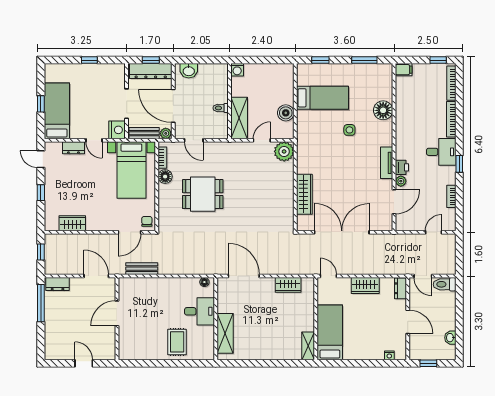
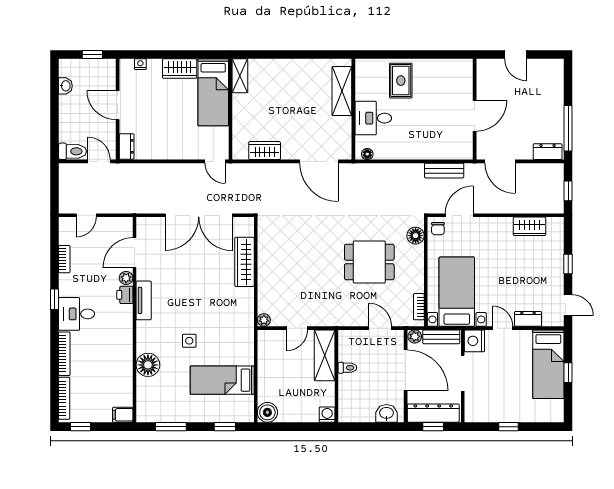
boiler: (286, 113) -> (267, 412), moved
plant: (284, 151) -> (264, 320), width x0.53, depth x0.53
floor lamp: (165, 177) -> (416, 236), moved
wardrobe: (365, 286) -> (180, 69), moved, turned 180

